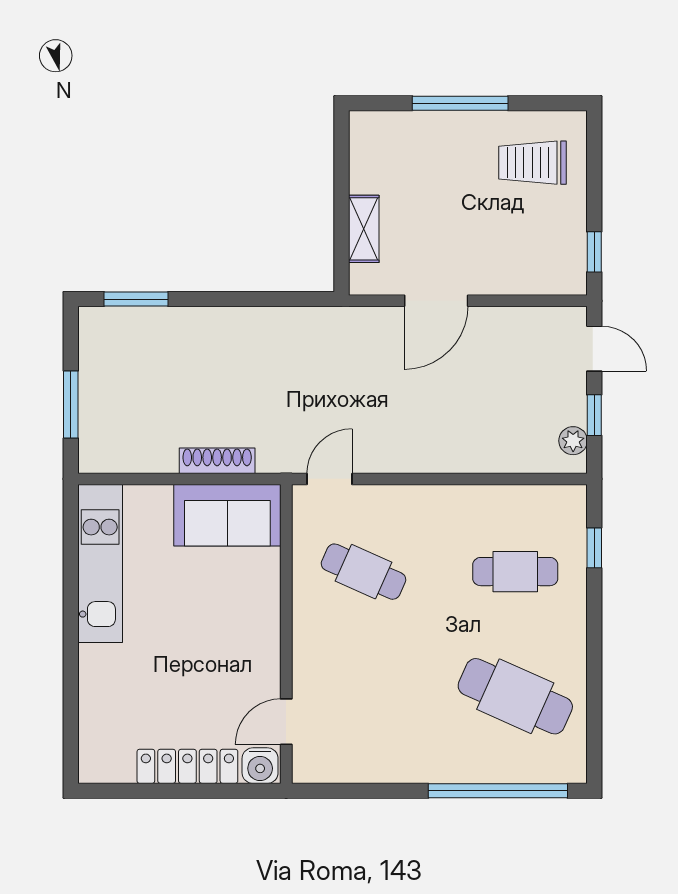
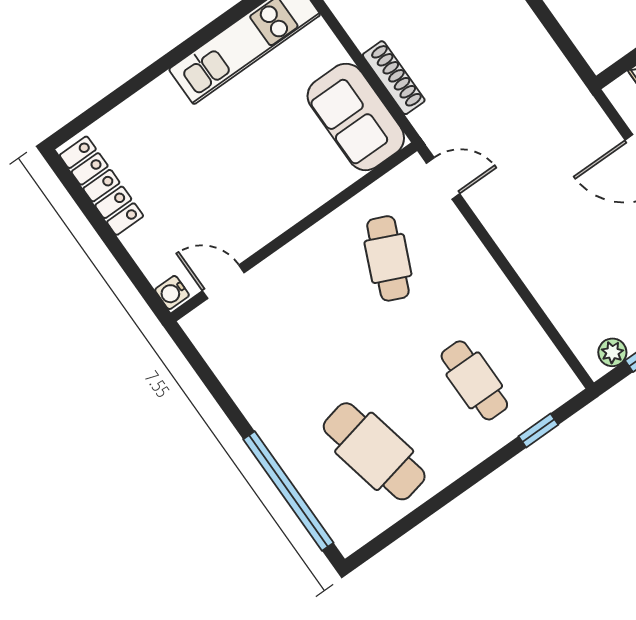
cafe table: (515, 696) -> (374, 451), turned -36
locker: (187, 766) -> (101, 186), moved
water cooler: (260, 766) -> (172, 293), width x0.72, depth x0.72

